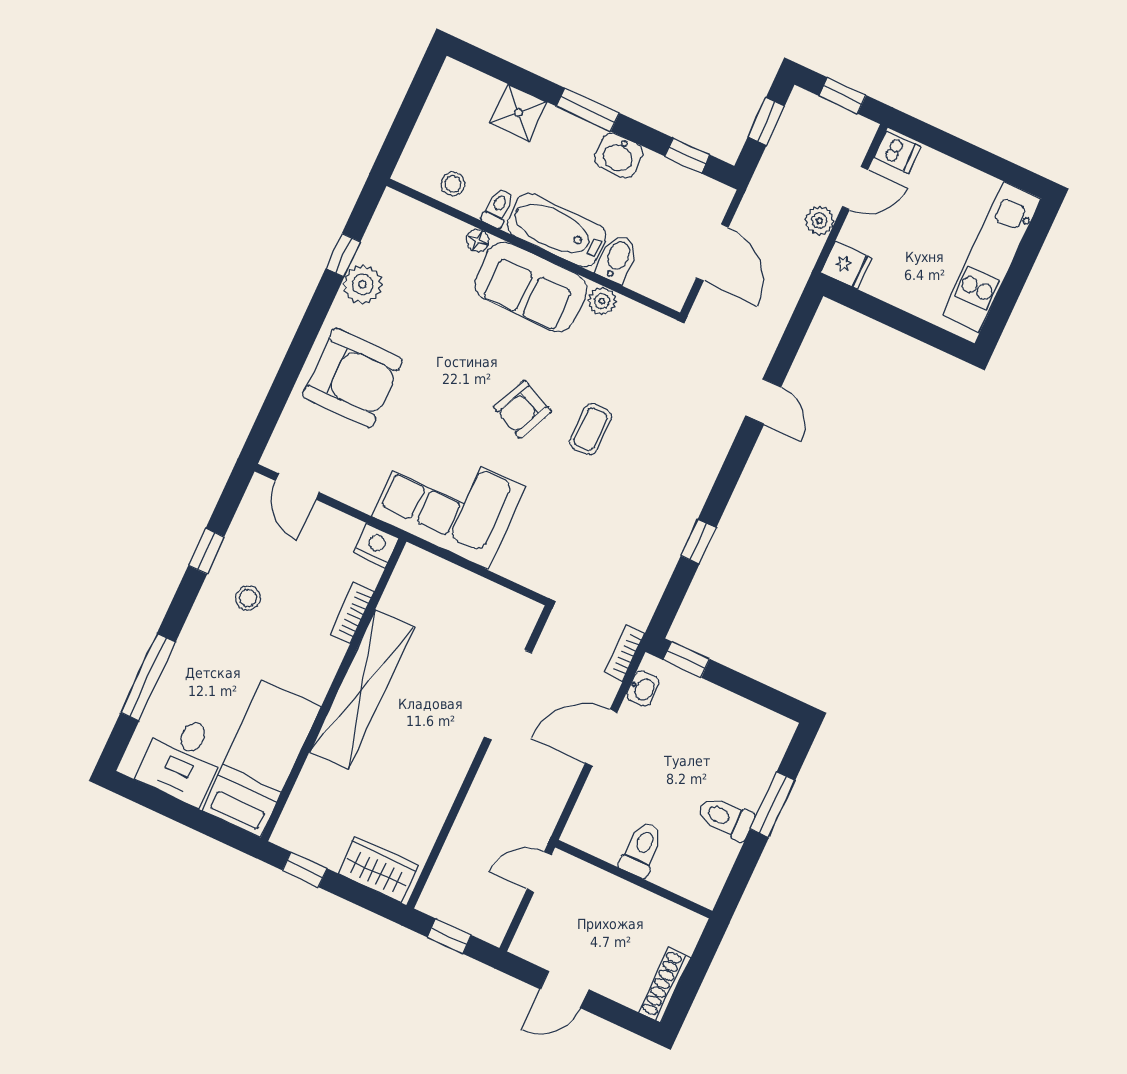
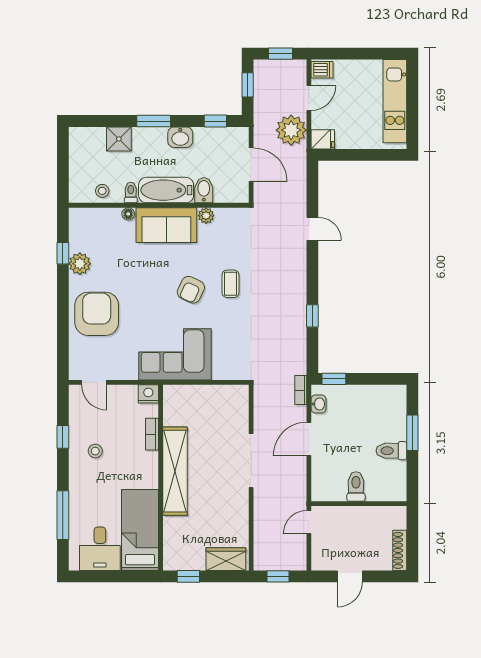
plant: (820, 221) -> (291, 130), width x1.88, depth x1.88
armchair: (353, 378) -> (97, 314), turned -90
doorway: (508, 695) -> (251, 461), moved

